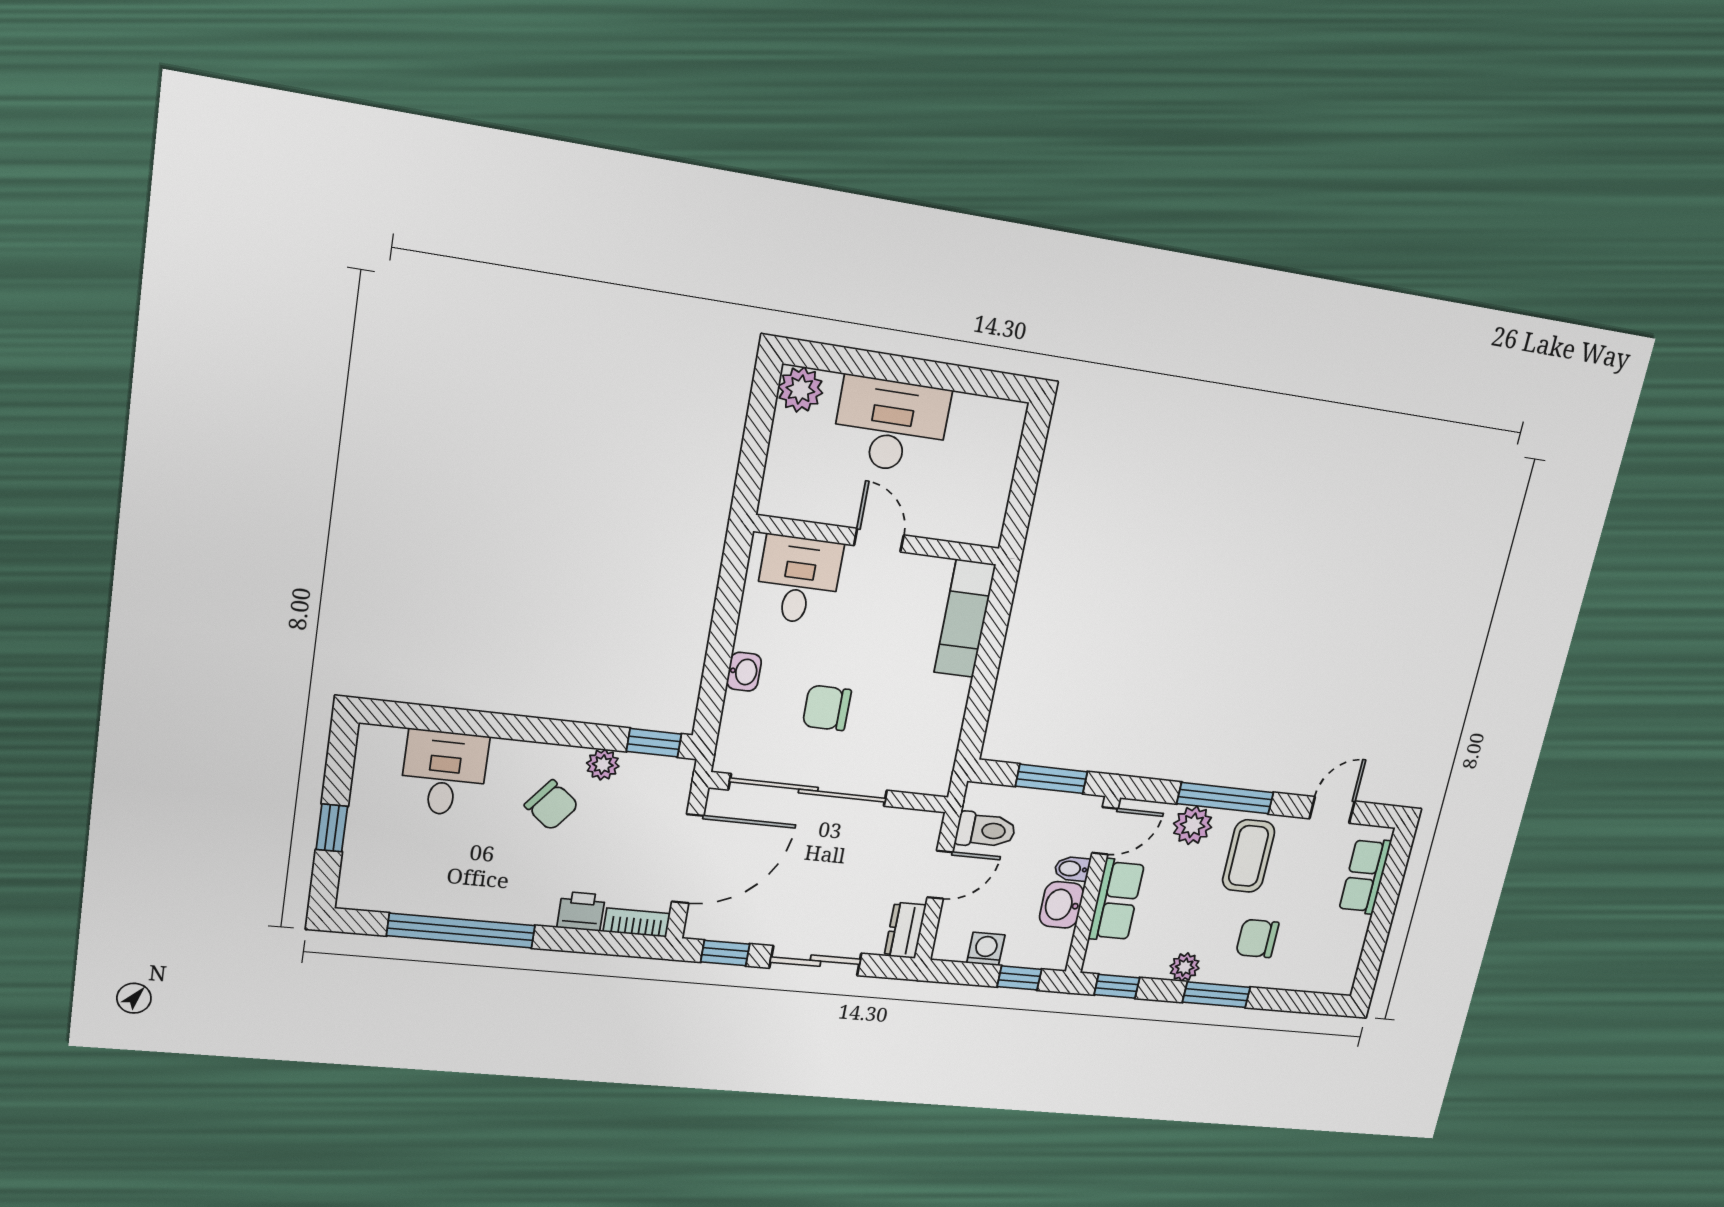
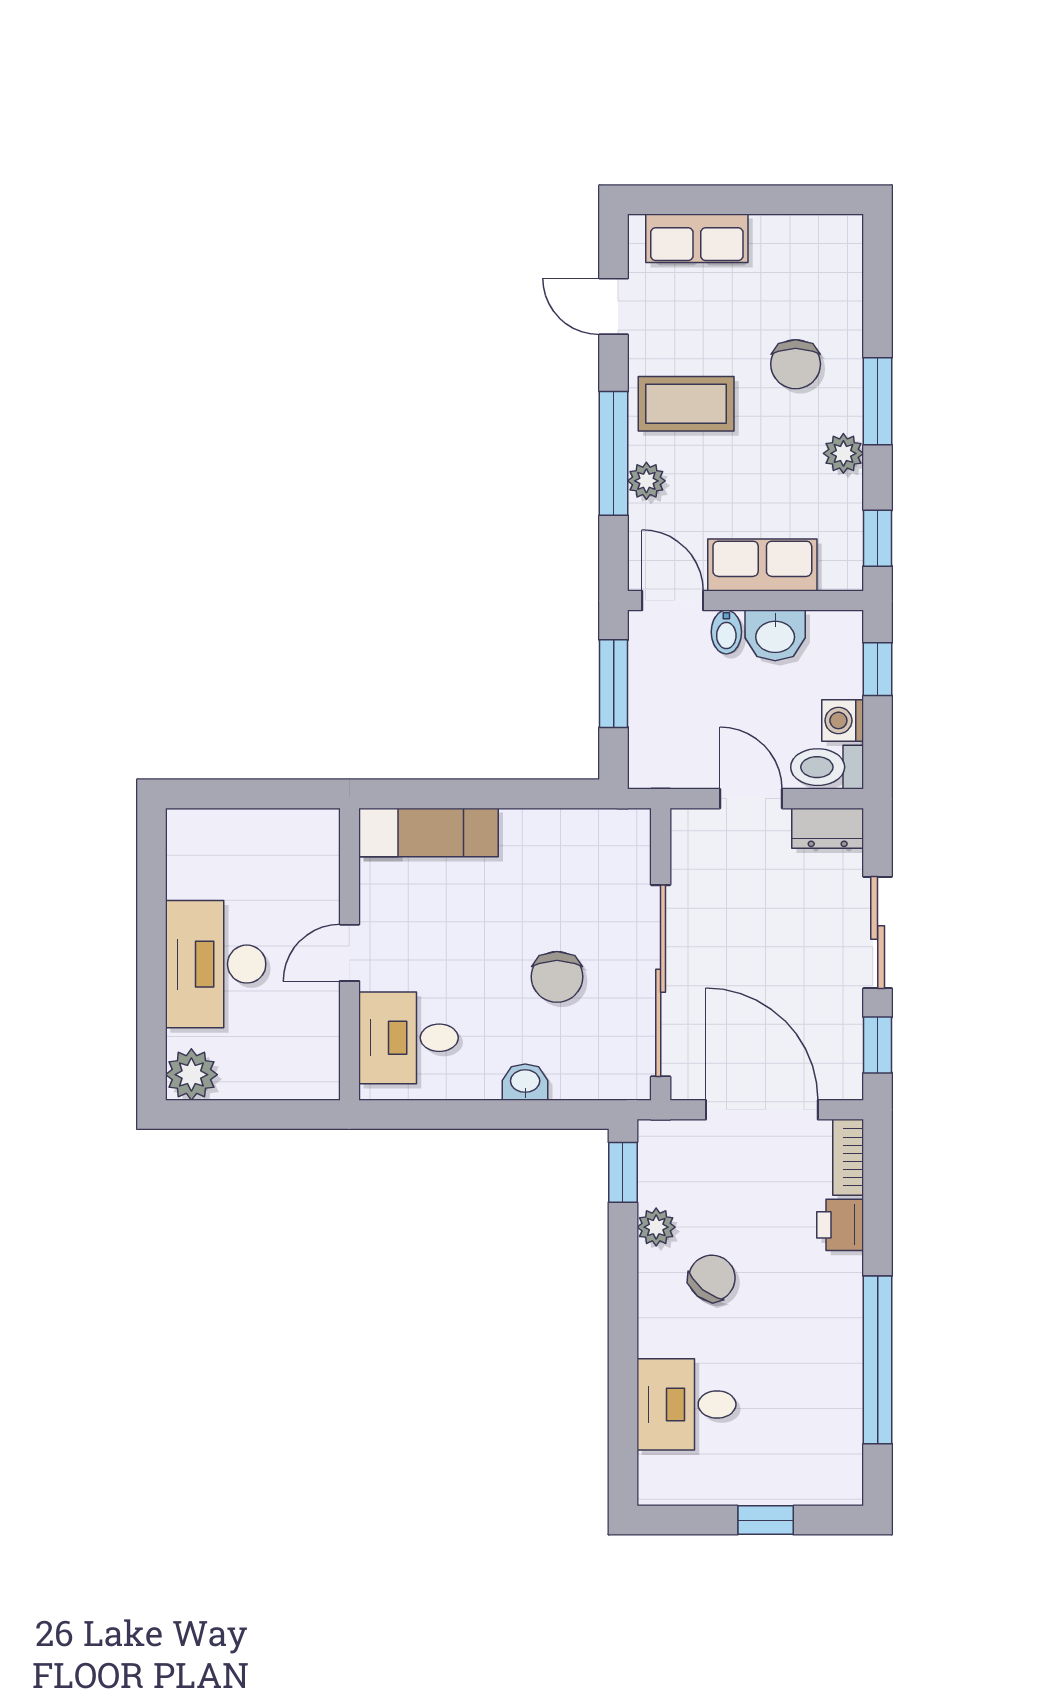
plant: (1193, 825) -> (646, 481), width x0.73, depth x0.73
toilet: (986, 830) -> (827, 767), moved, turned -90

